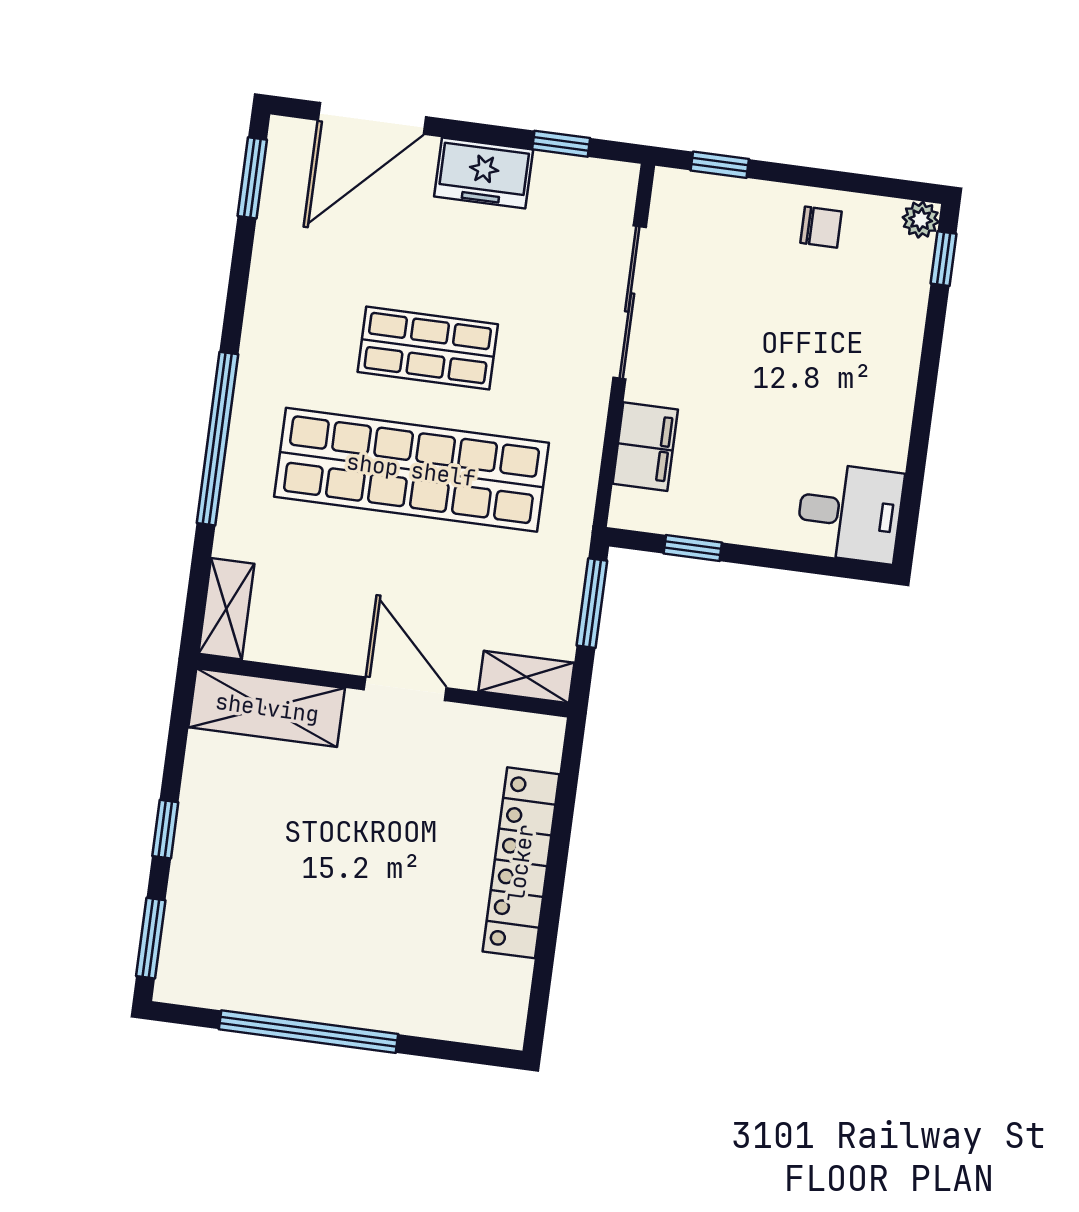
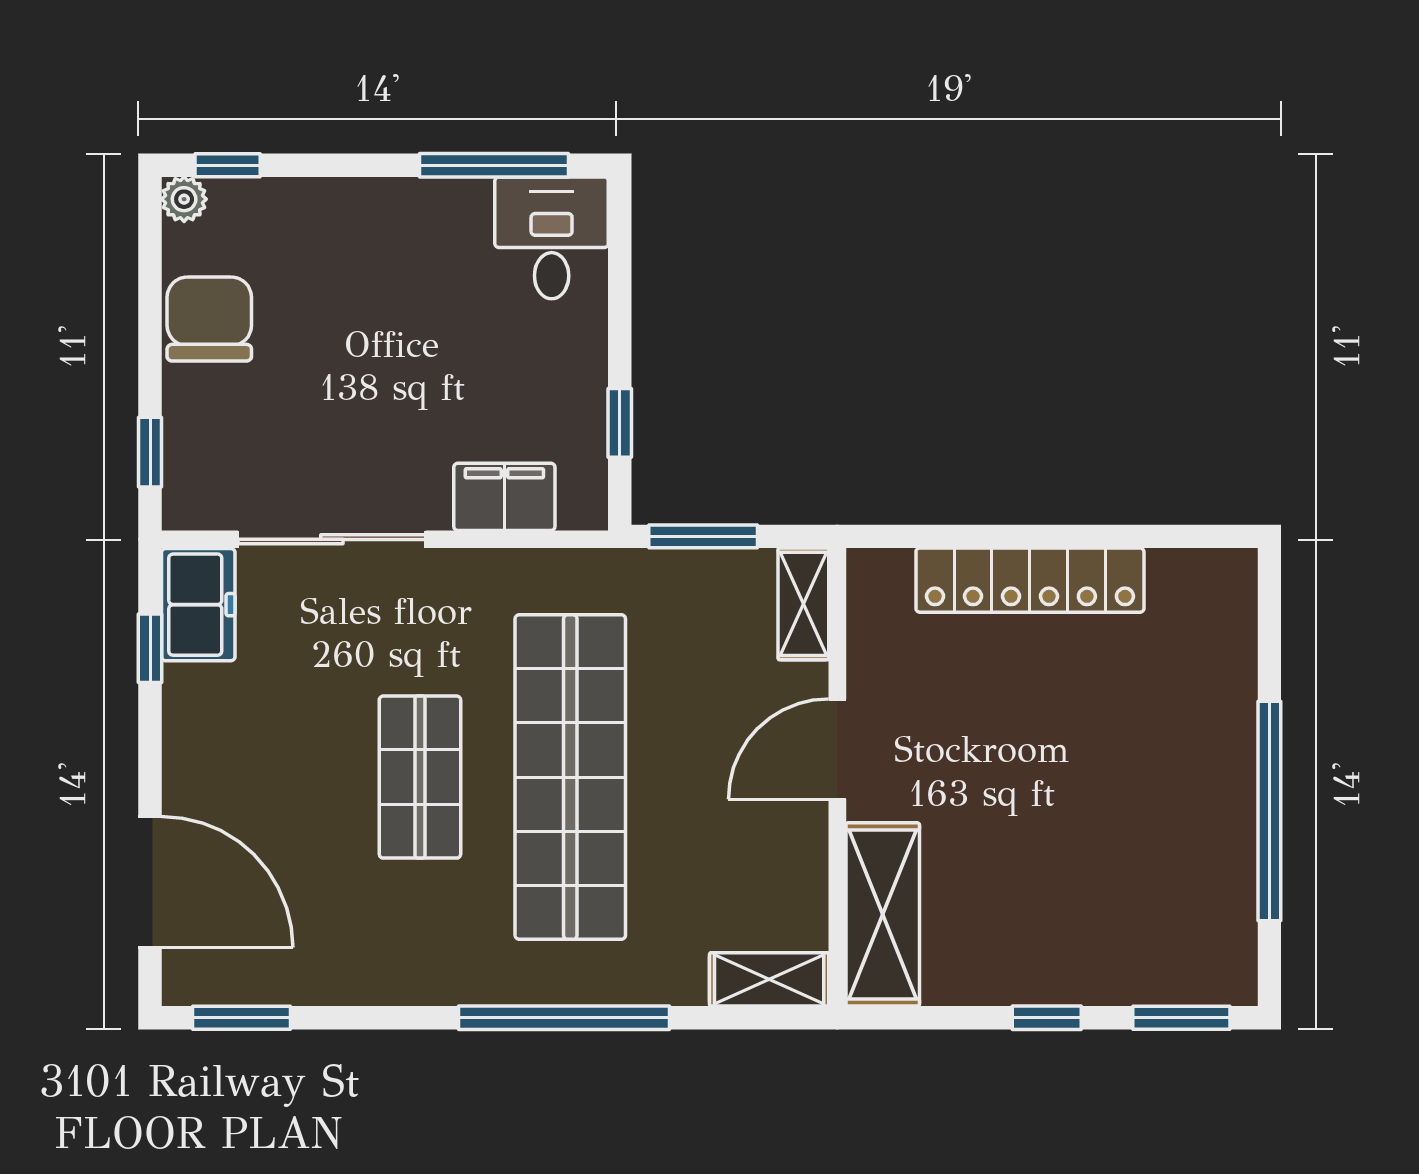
freezer: (484, 173) -> (198, 605), moved
chair: (821, 227) -> (209, 319), width x1.87, depth x1.87
window: (915, 474) -> (494, 165), added

